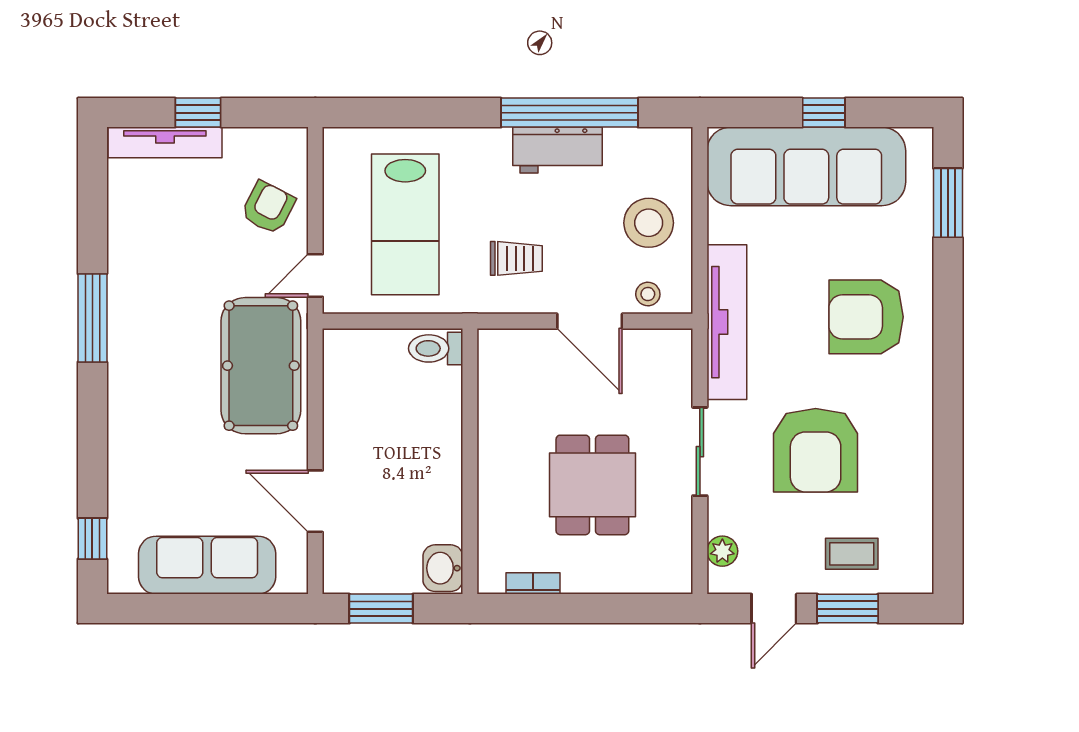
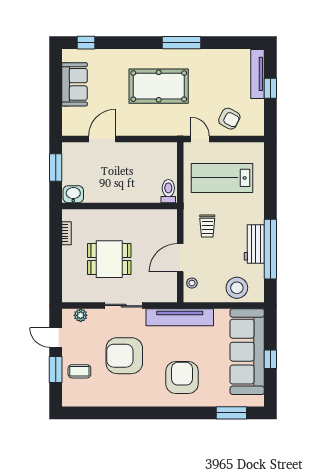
stool: (649, 223) -> (237, 288), moved
pool table: (261, 366) -> (159, 86), moved
coffee table: (852, 554) -> (79, 371), turned 90
sofa: (207, 565) -> (74, 84), width x0.73

